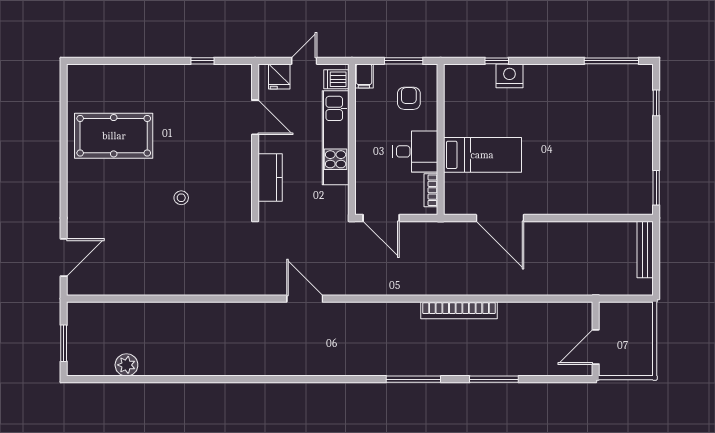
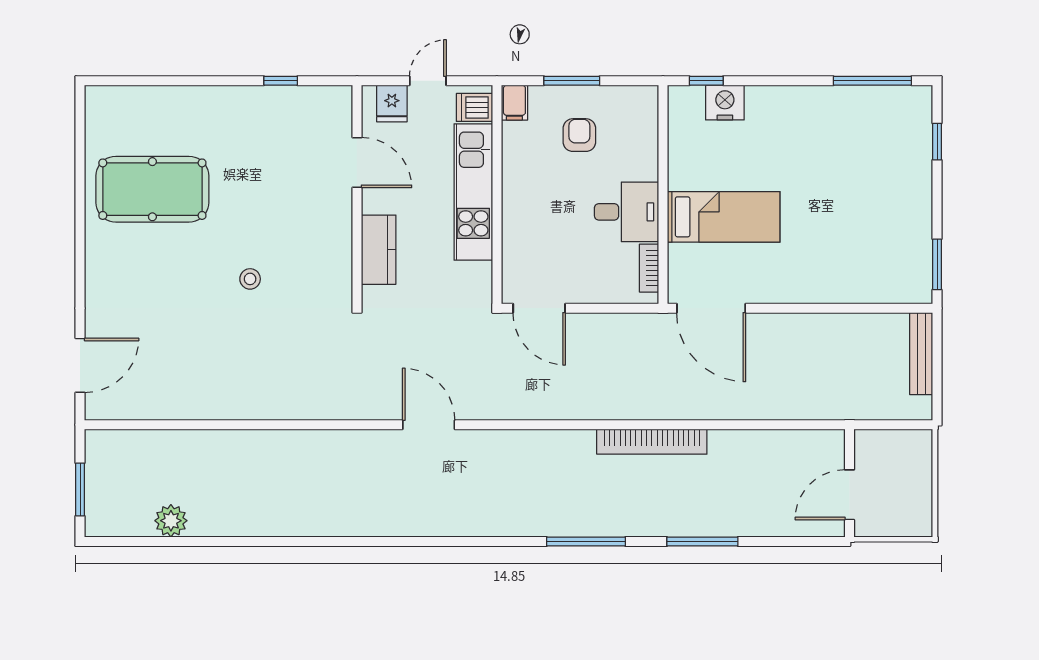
wall: (441, 139) -> (663, 195), moved
desk: (415, 151) -> (626, 212), moved
bed: (482, 155) -> (724, 217), moved
bookcase: (431, 190) -> (649, 268), moved

